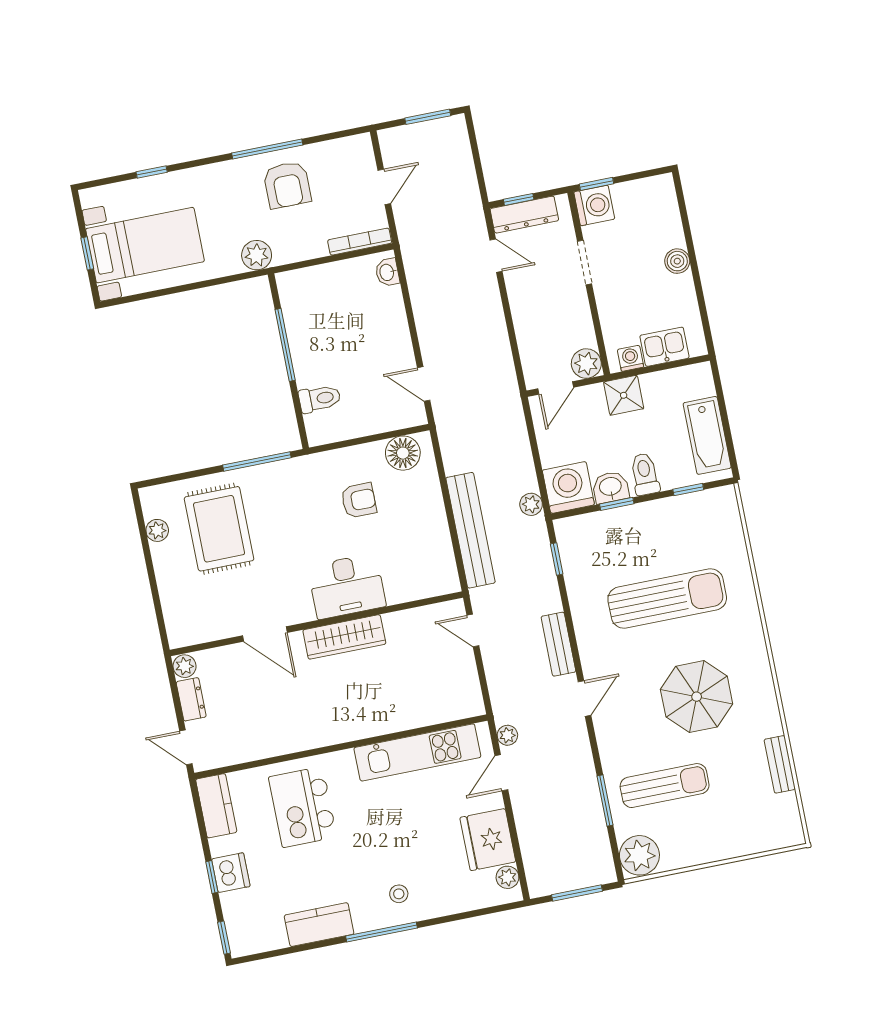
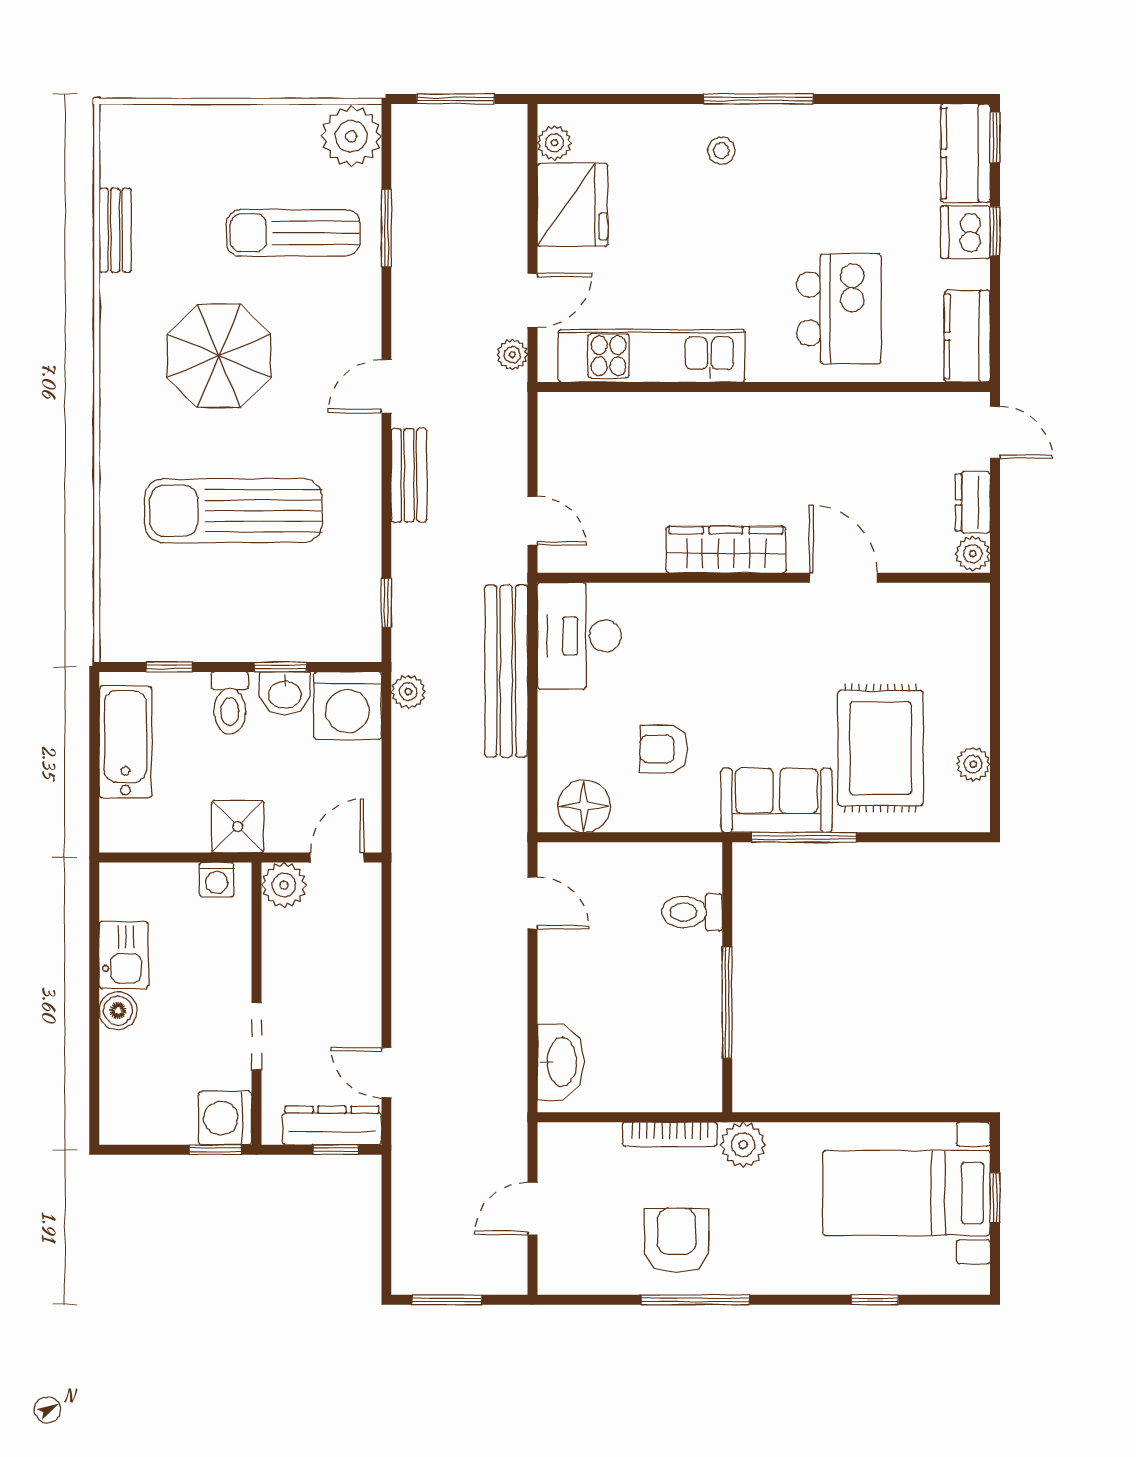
bookcase: (360, 242) -> (670, 1134), moved
washbasin: (387, 272) -> (561, 1062), width x1.91, depth x1.45
kitchen sink: (664, 347) -> (123, 955), moved, turned -90
sofa: (279, 482) -> (776, 800), added
desk: (347, 586) -> (579, 636), moved, turned -90
kitchen counter: (319, 925) -> (965, 153), moved, turned 90

